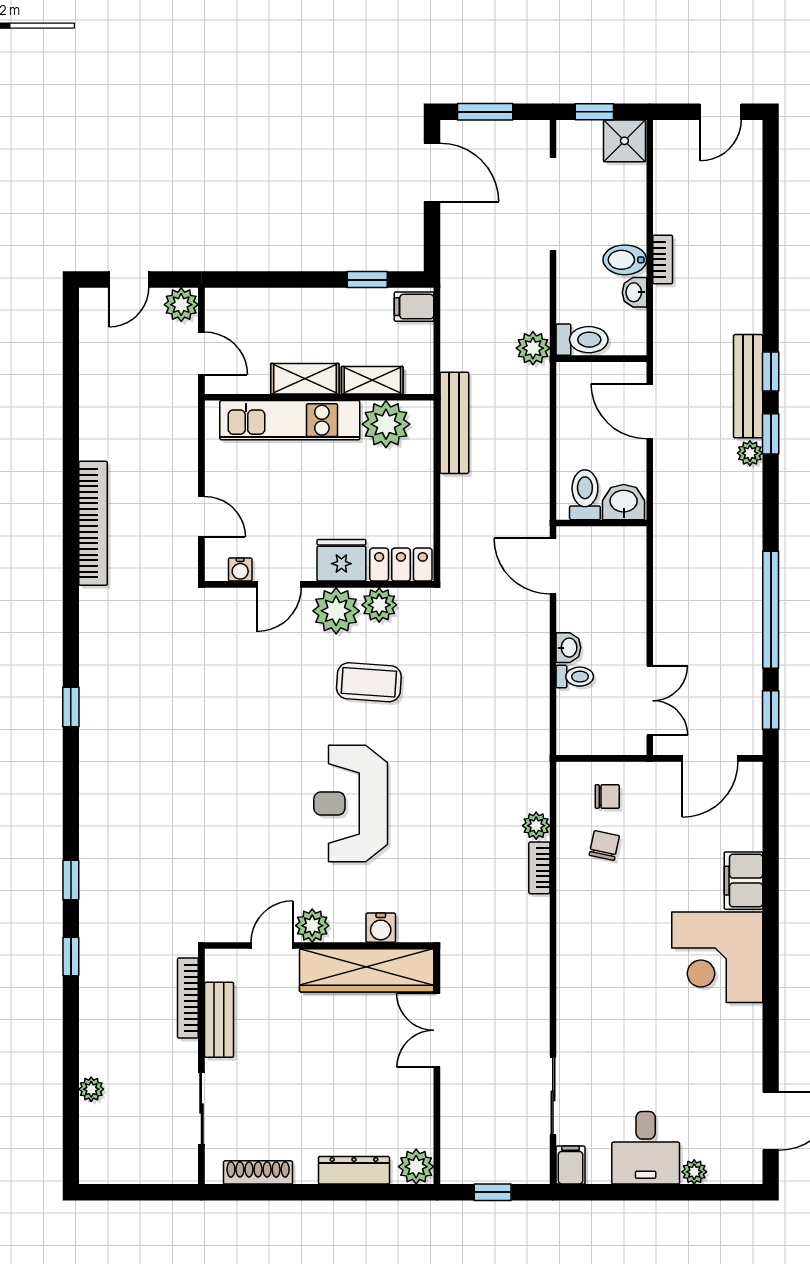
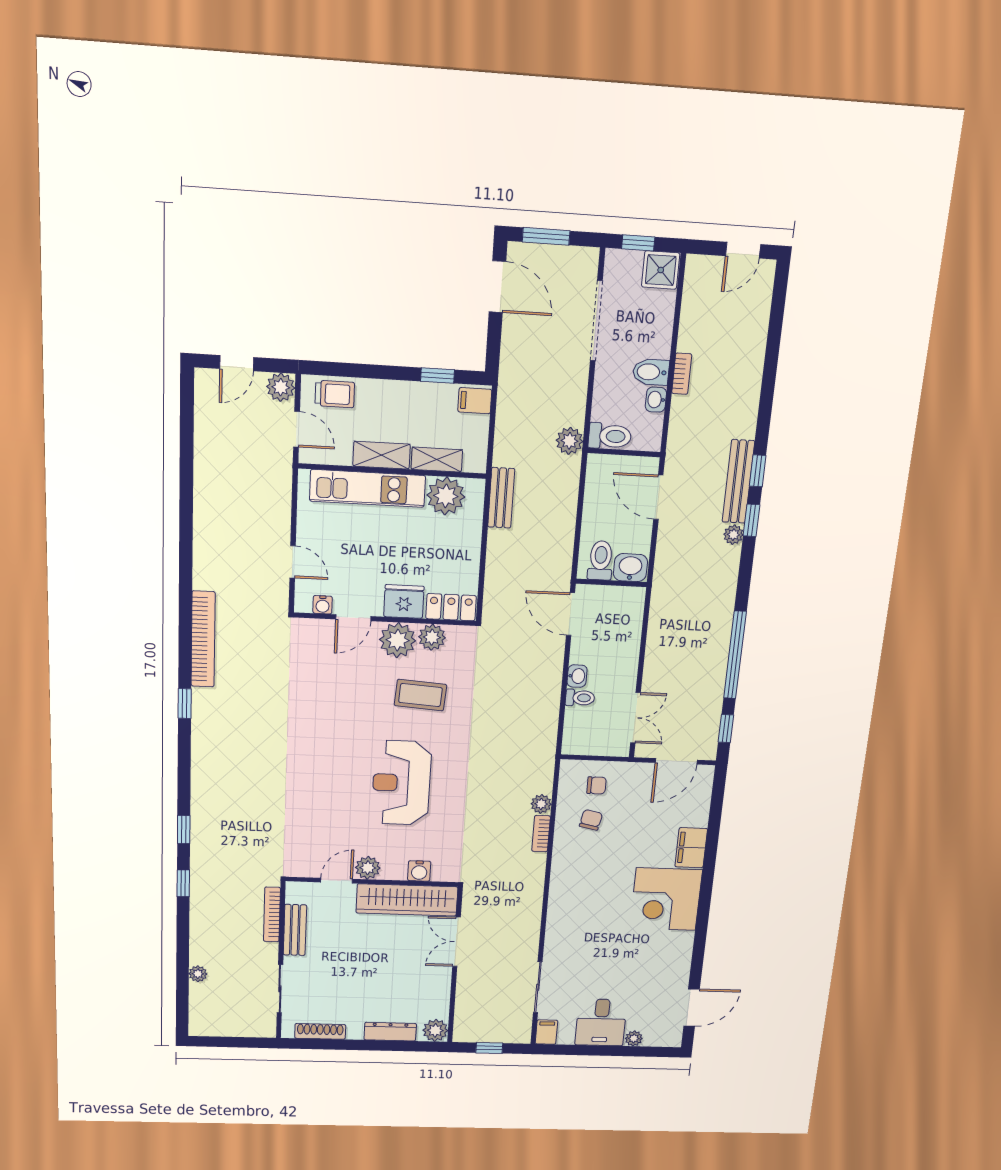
trolley: (246, 309) -> (335, 394), added
bench: (454, 423) -> (501, 498), width x0.73
bookcase: (93, 523) -> (203, 639), moved

